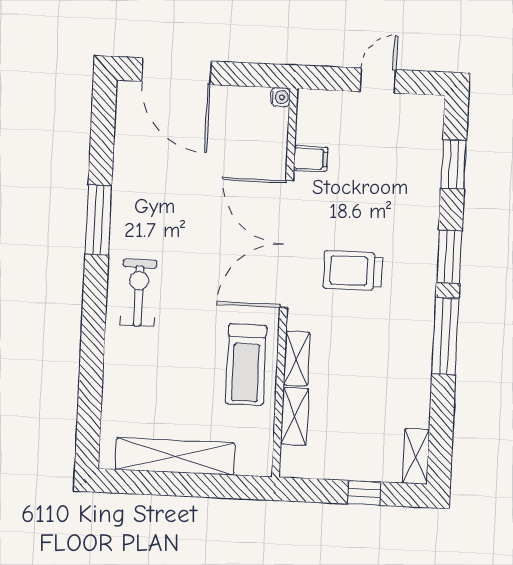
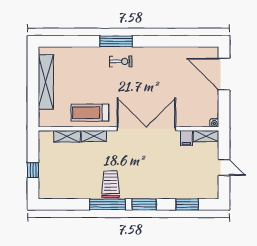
door: (176, 71) -> (224, 74), hinge flipped
window: (98, 220) -> (116, 41), moved
trolley: (353, 271) -> (111, 184), moved
exercise bike: (139, 293) -> (121, 61), width x0.73, depth x0.72
shelving: (416, 456) -> (206, 136), moved

